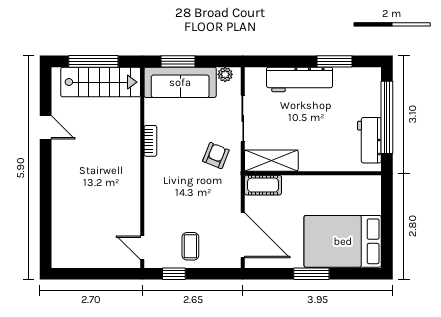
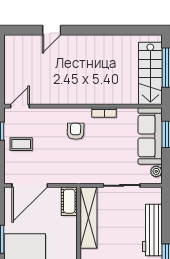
door: (46, 127) -> (52, 30), moved
armchair: (216, 156) -> (76, 131), moved, turned -111
shelving: (271, 161) -> (88, 218), width x1.47

